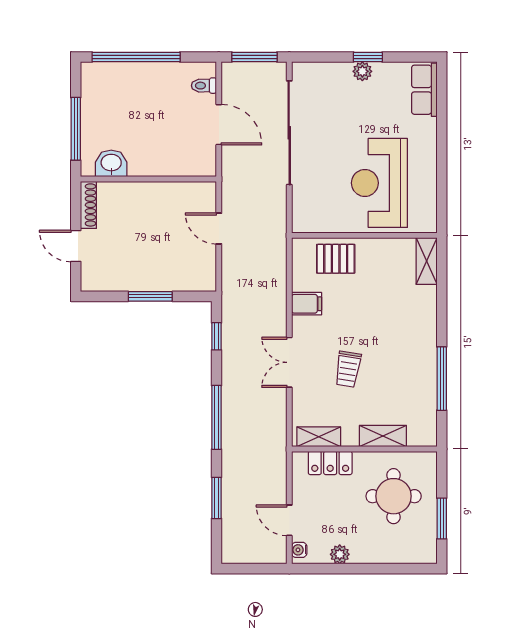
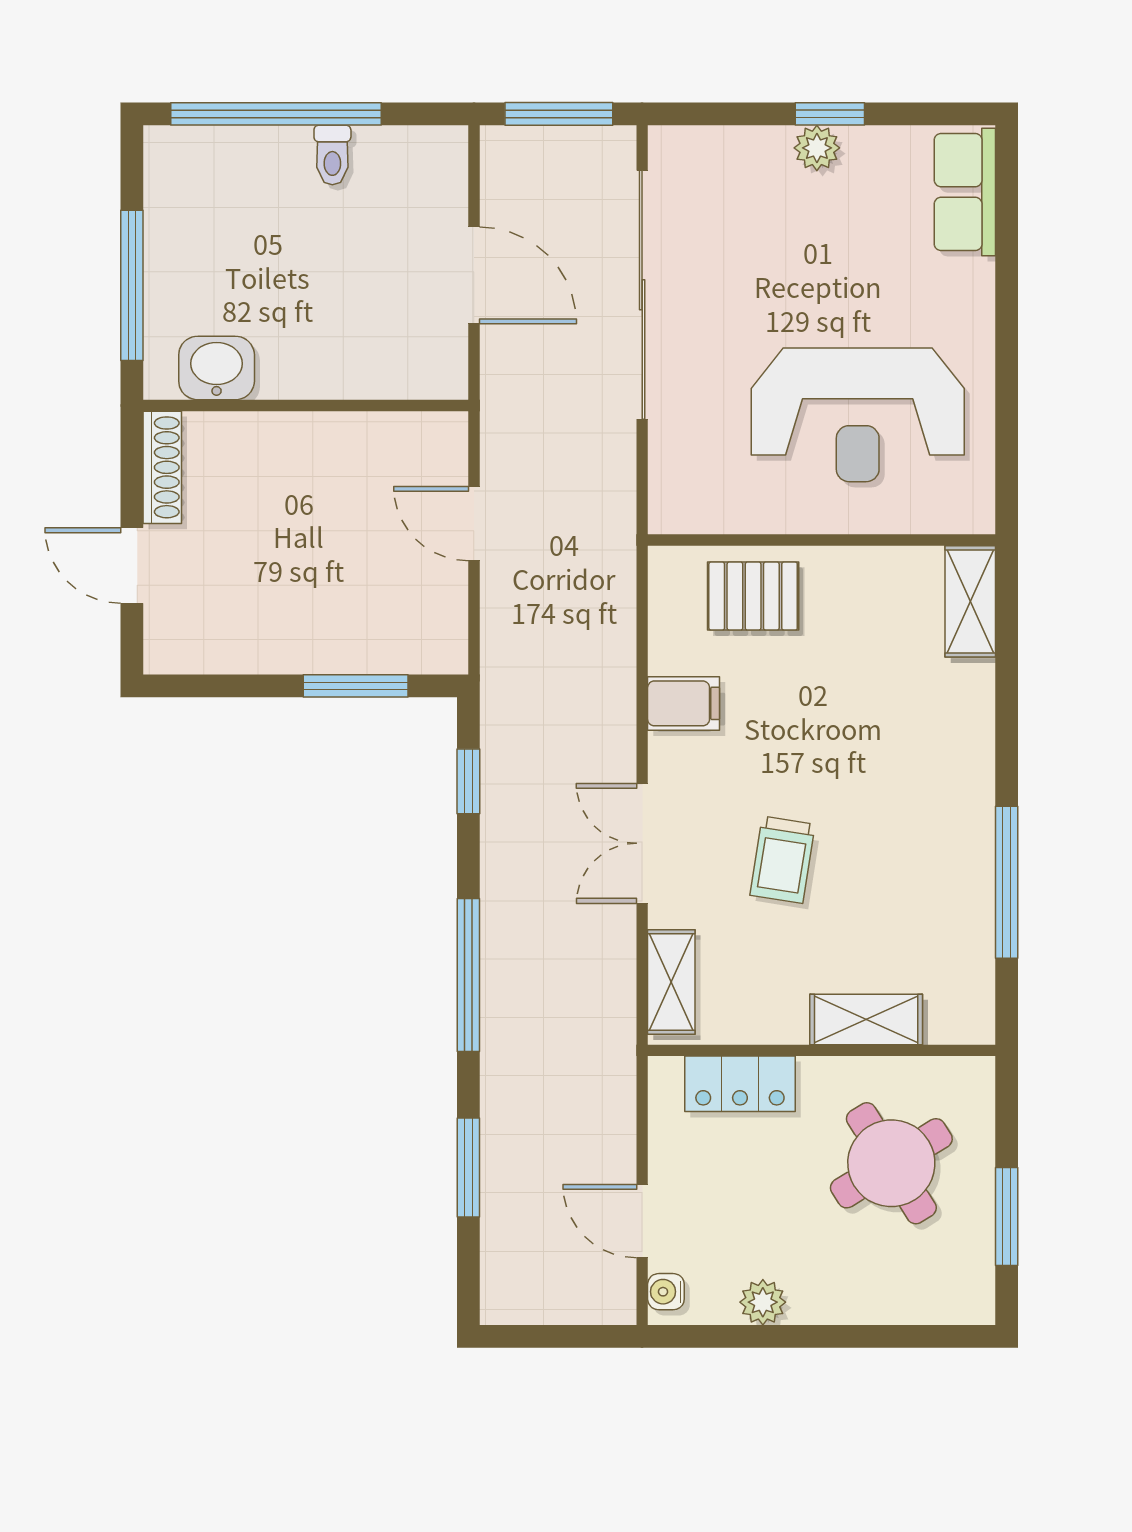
toilet: (204, 86) -> (332, 155), moved, turned -90
reception desk: (379, 183) -> (858, 415), turned -90
window: (150, 296) -> (356, 686), moved
shelving: (319, 437) -> (671, 982), moved, turned 90
round table: (394, 496) -> (891, 1163), turned -32

